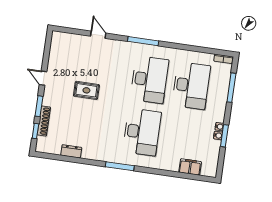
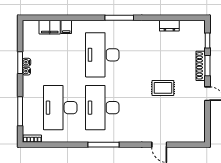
window: (143, 41) -> (103, 145), moved
shoe rack: (44, 121) -> (201, 66), moved
filing cabinet: (174, 165) -> (66, 27), added

